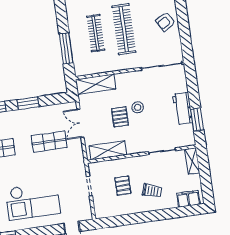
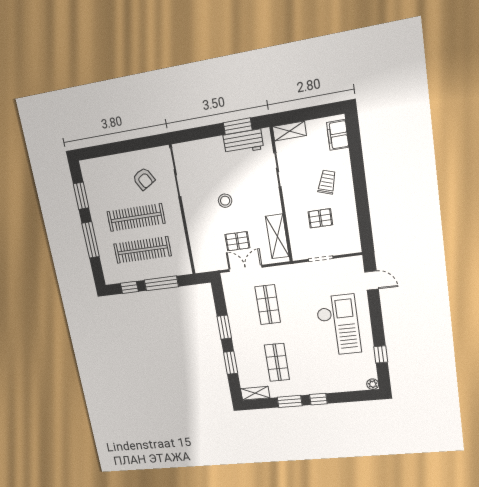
window: (62, 19) -> (129, 287), added
armchair: (166, 22) -> (144, 179), moved
clothes rail: (96, 33) -> (142, 250), width x1.37, depth x1.31
shelving: (96, 84) -> (200, 250), removed
workbench: (183, 108) -> (243, 142), moved
pallet: (120, 117) -> (237, 241), moved
double door: (80, 123) -> (245, 268), swing flipped

